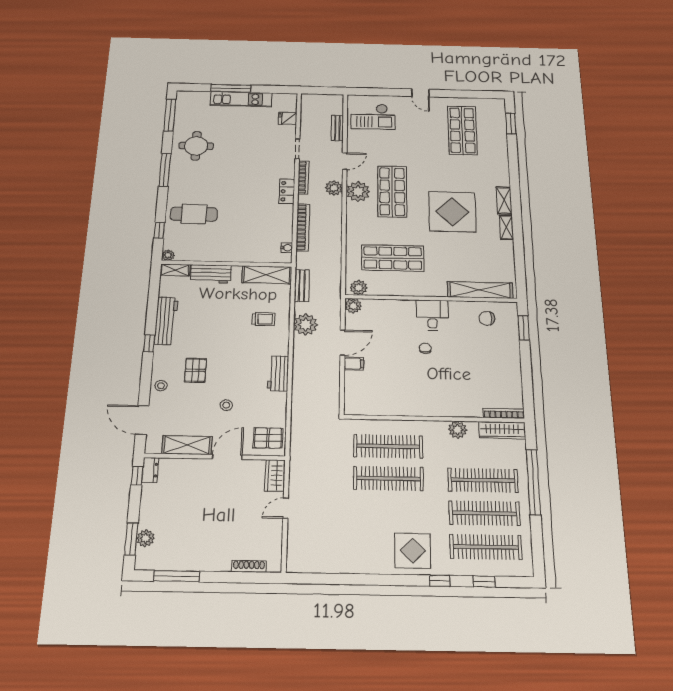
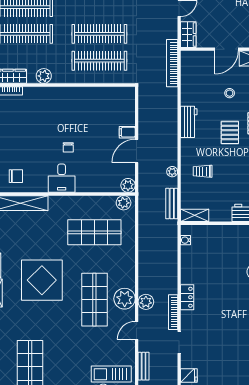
bookcase: (303, 227) -> (172, 63), moved
shelving: (267, 275) -> (195, 215), width x0.67, depth x0.75
plant: (306, 325) -> (172, 172), width x0.53, depth x0.53
pallet: (268, 438) -> (230, 133), moved, turned 90

